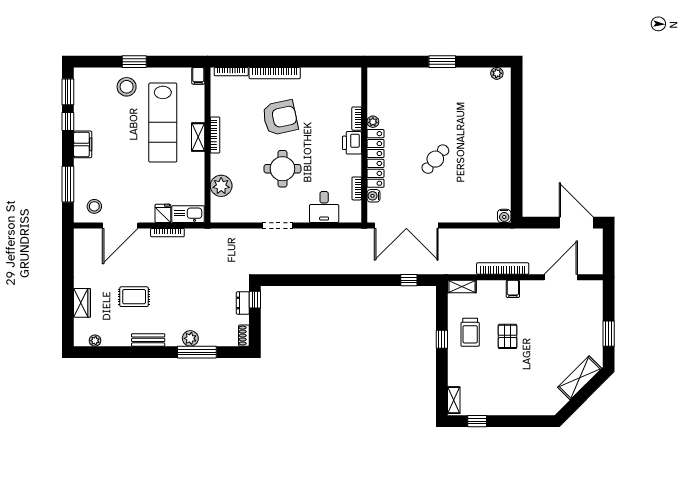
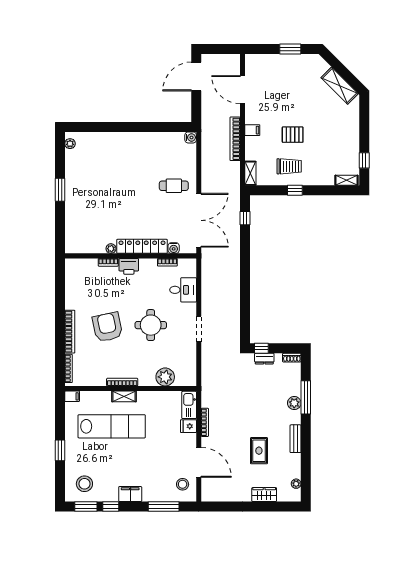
stool: (127, 87) -> (84, 484), moved
cafe table: (435, 159) -> (174, 186), moved, turned -41
shelving: (580, 378) -> (340, 86), moved

